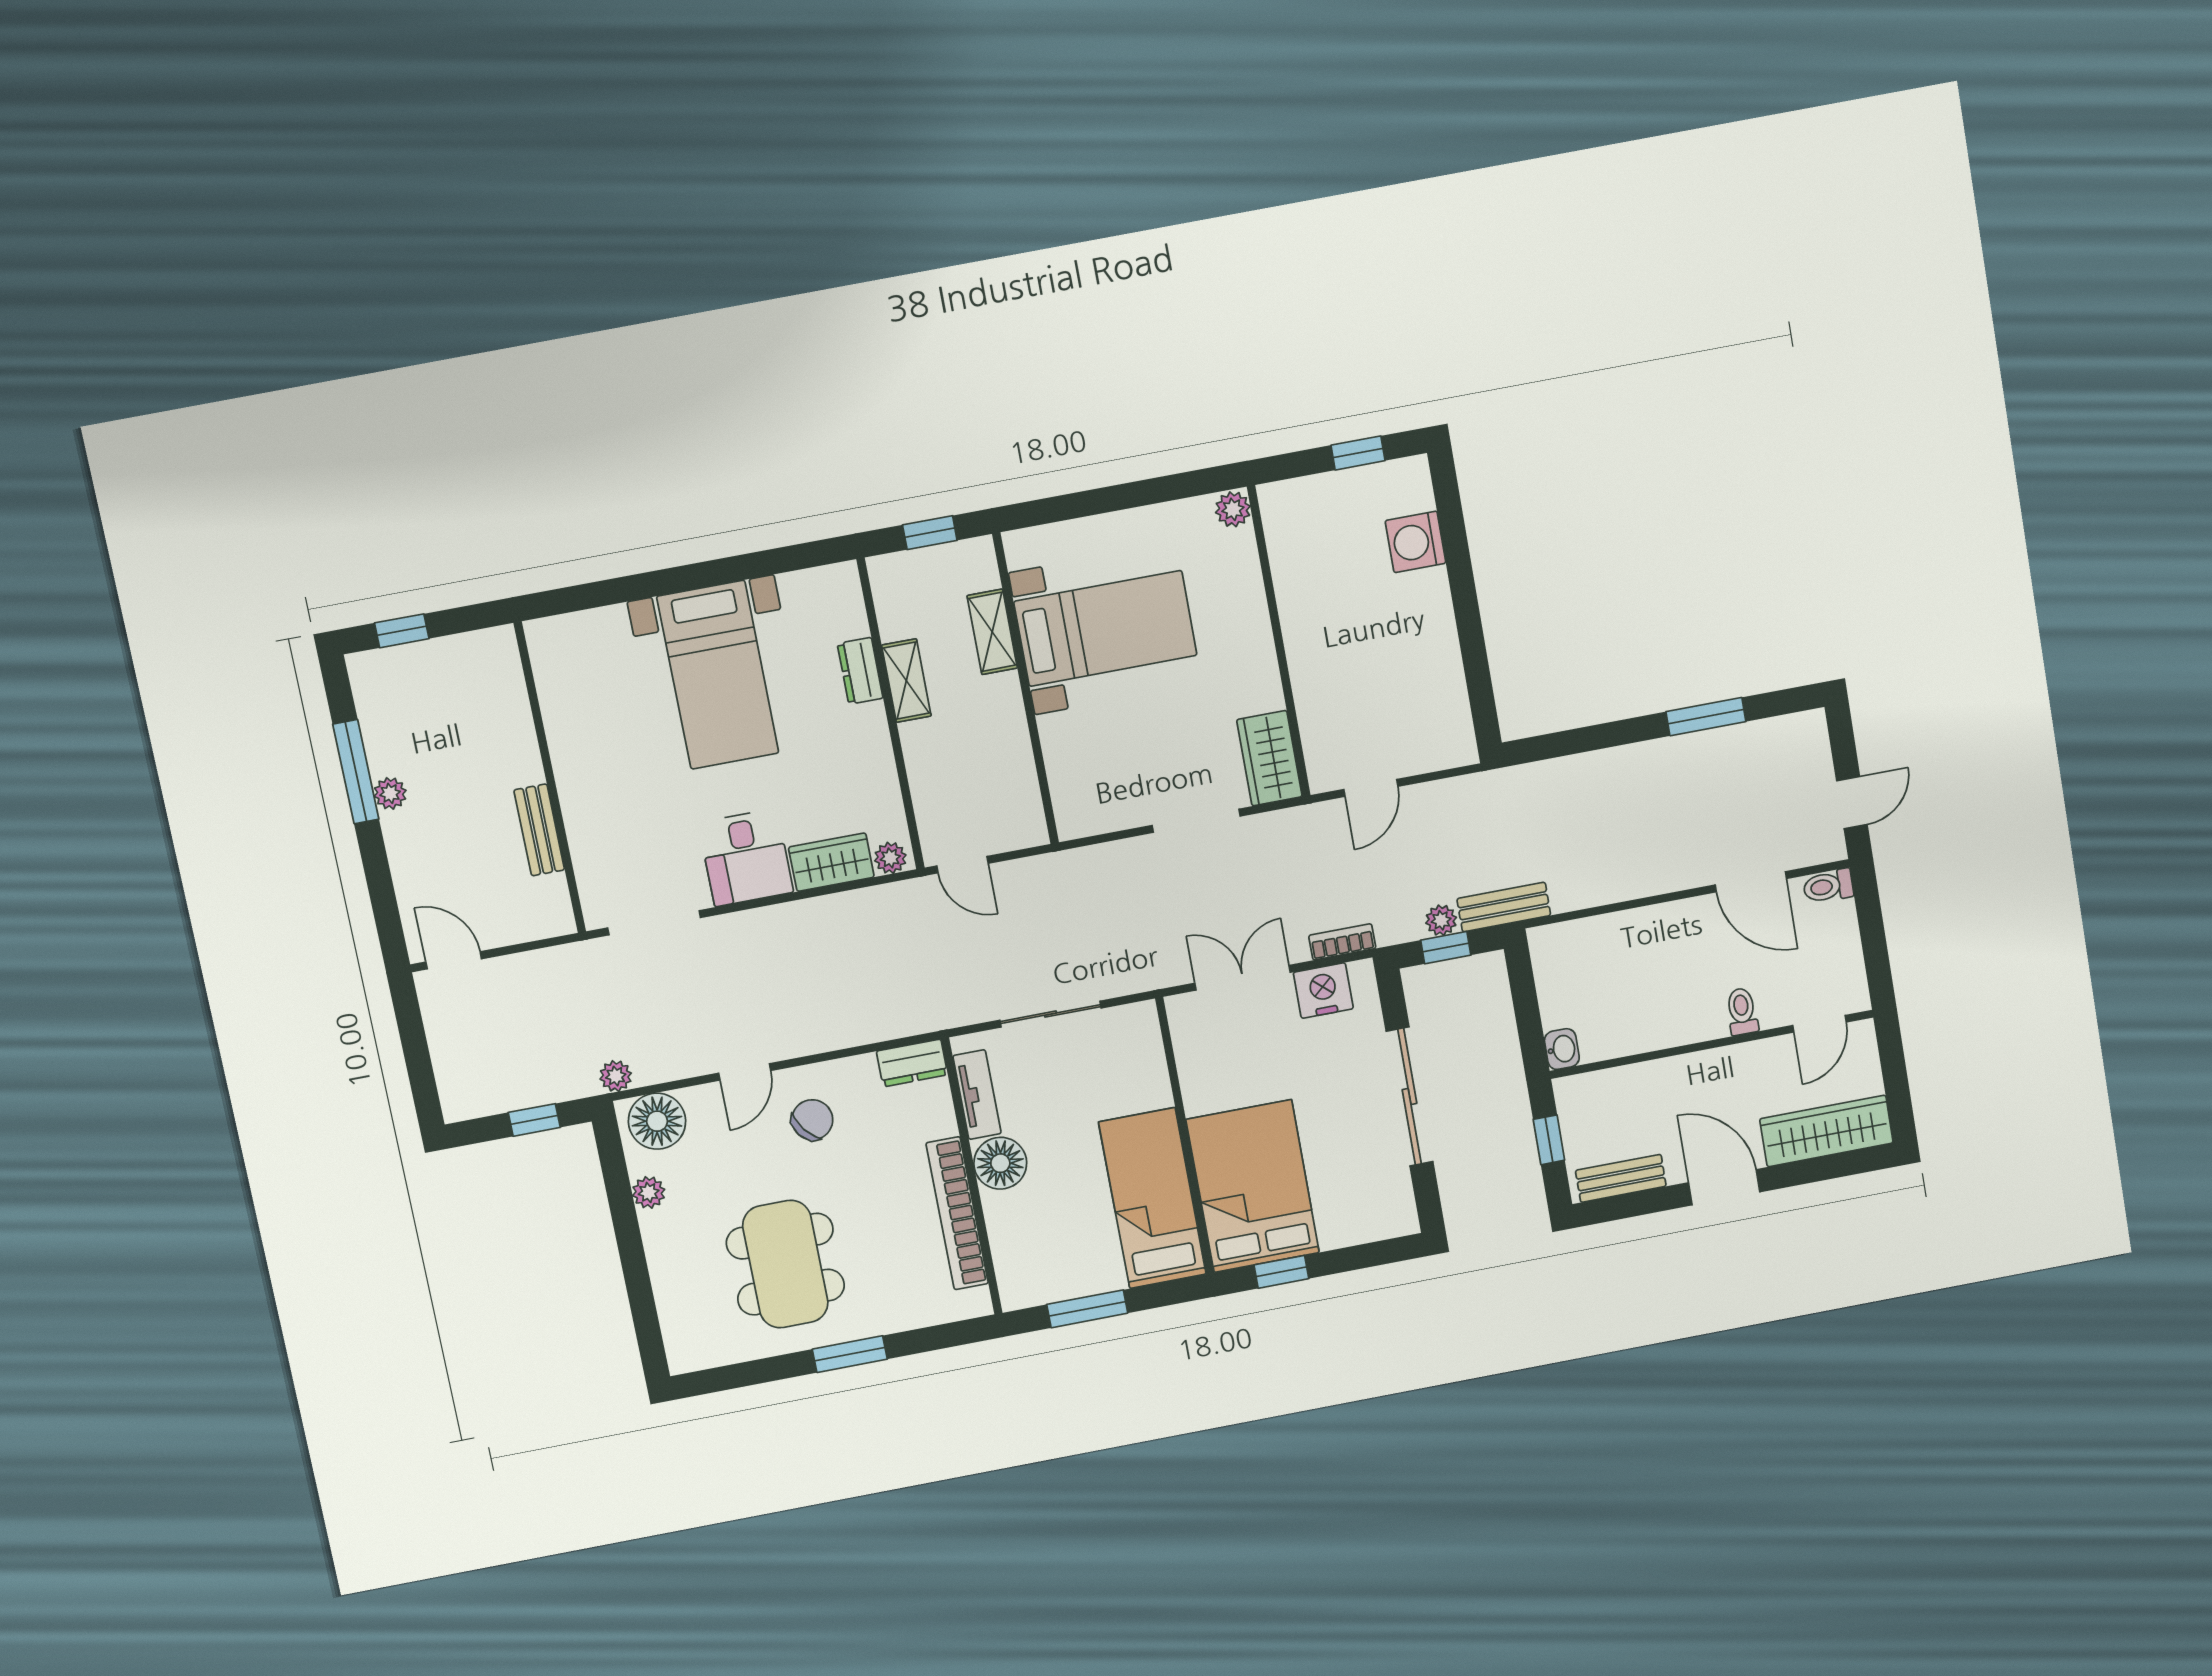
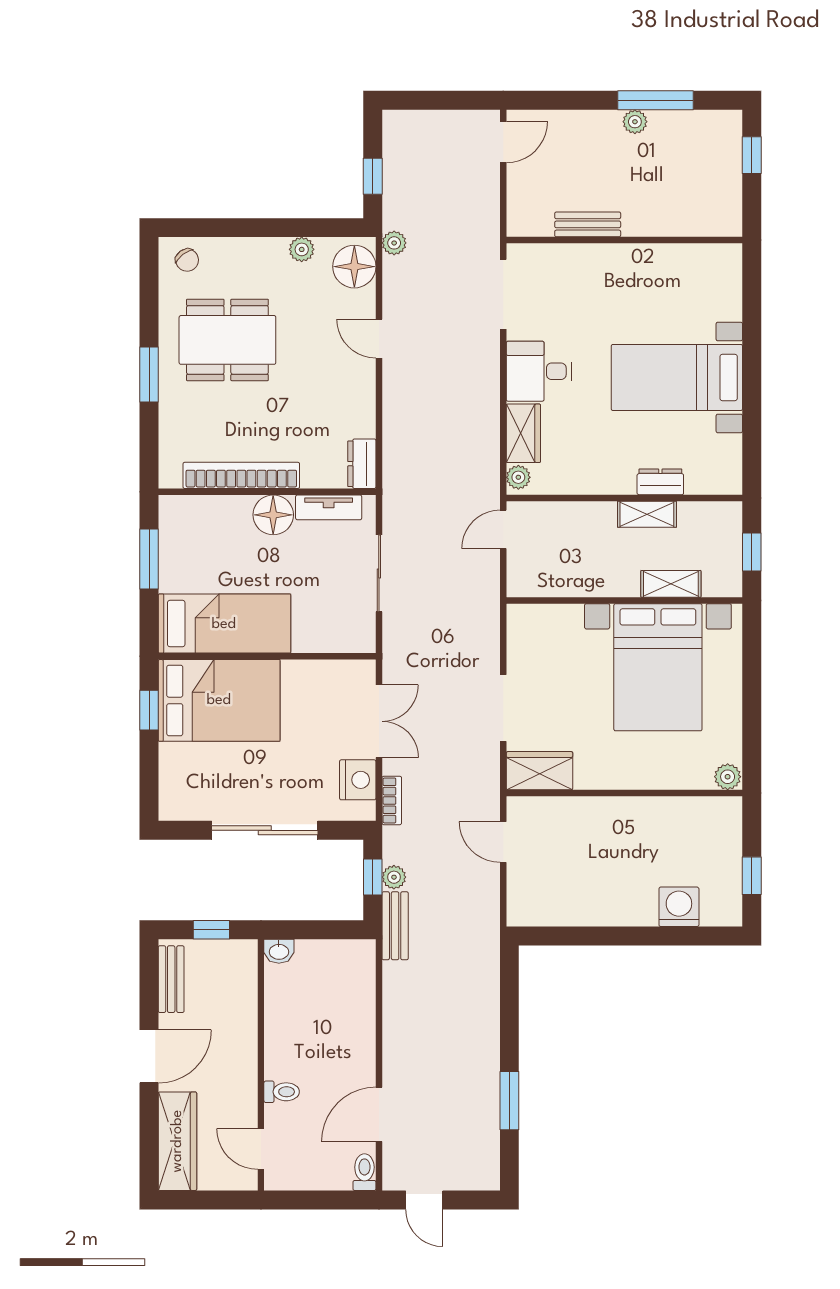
bed with nightstands: (1105, 628) -> (658, 667), width x1.36
chair: (812, 1120) -> (187, 260), moved, width x0.73, depth x0.73

